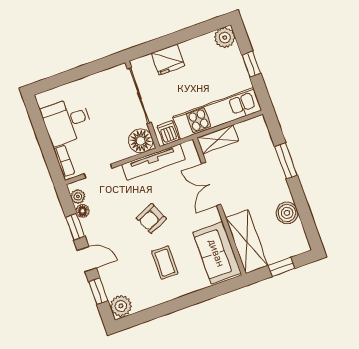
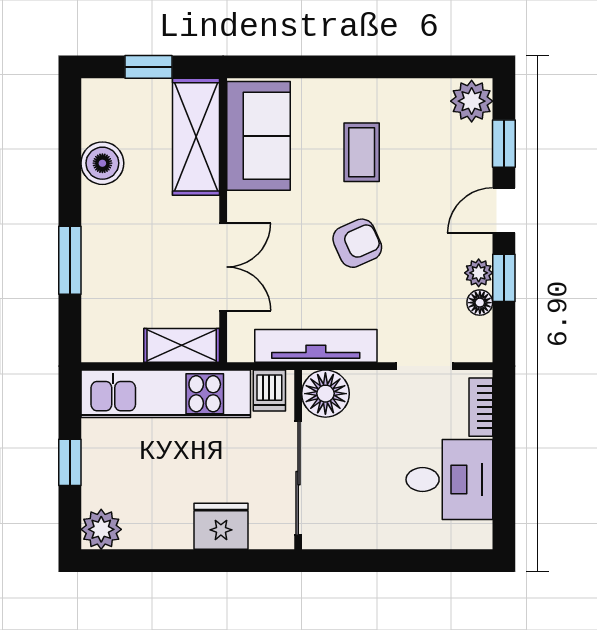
plant: (78, 196) -> (479, 273), moved
door: (87, 259) -> (504, 210), hinge flipped

